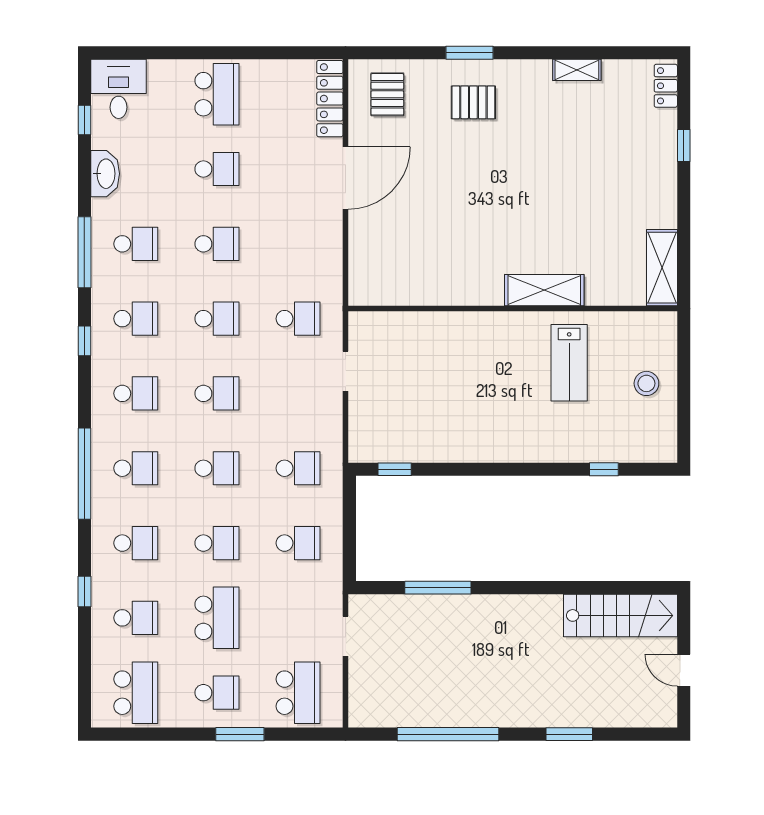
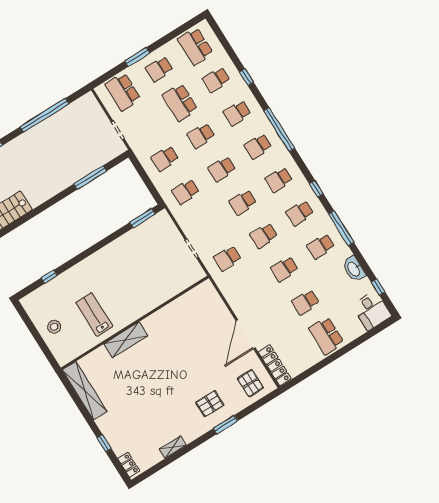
shelving: (662, 268) -> (85, 391), width x1.47
window: (395, 469) -> (142, 218), width x1.50

